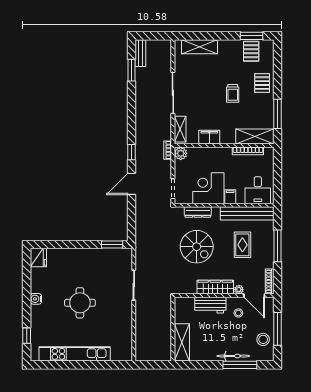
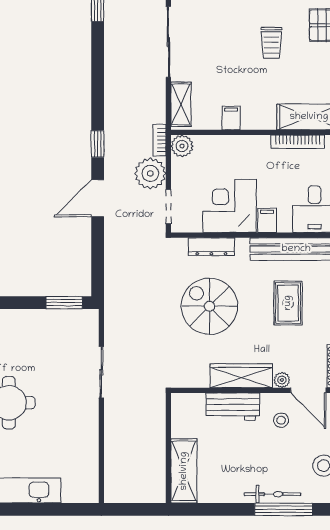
filing cabinet: (209, 137) -> (231, 118), width x0.50
plant: (162, 169) -> (150, 173), added
spiral stairs: (197, 247) -> (209, 306), turned 180

